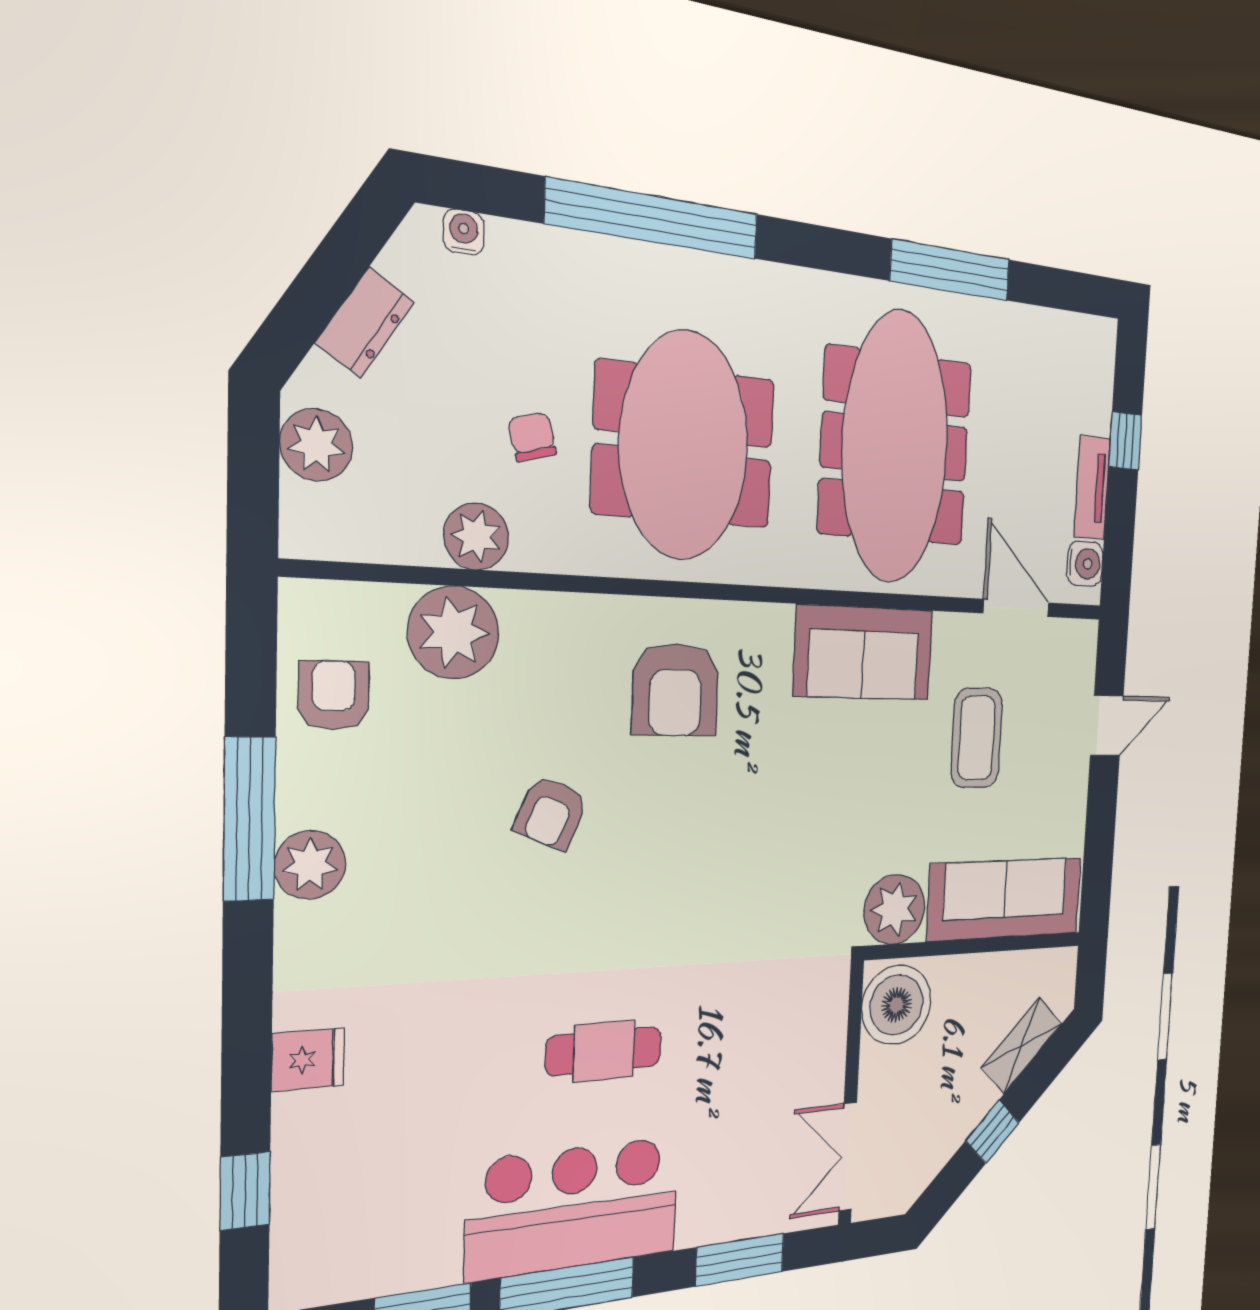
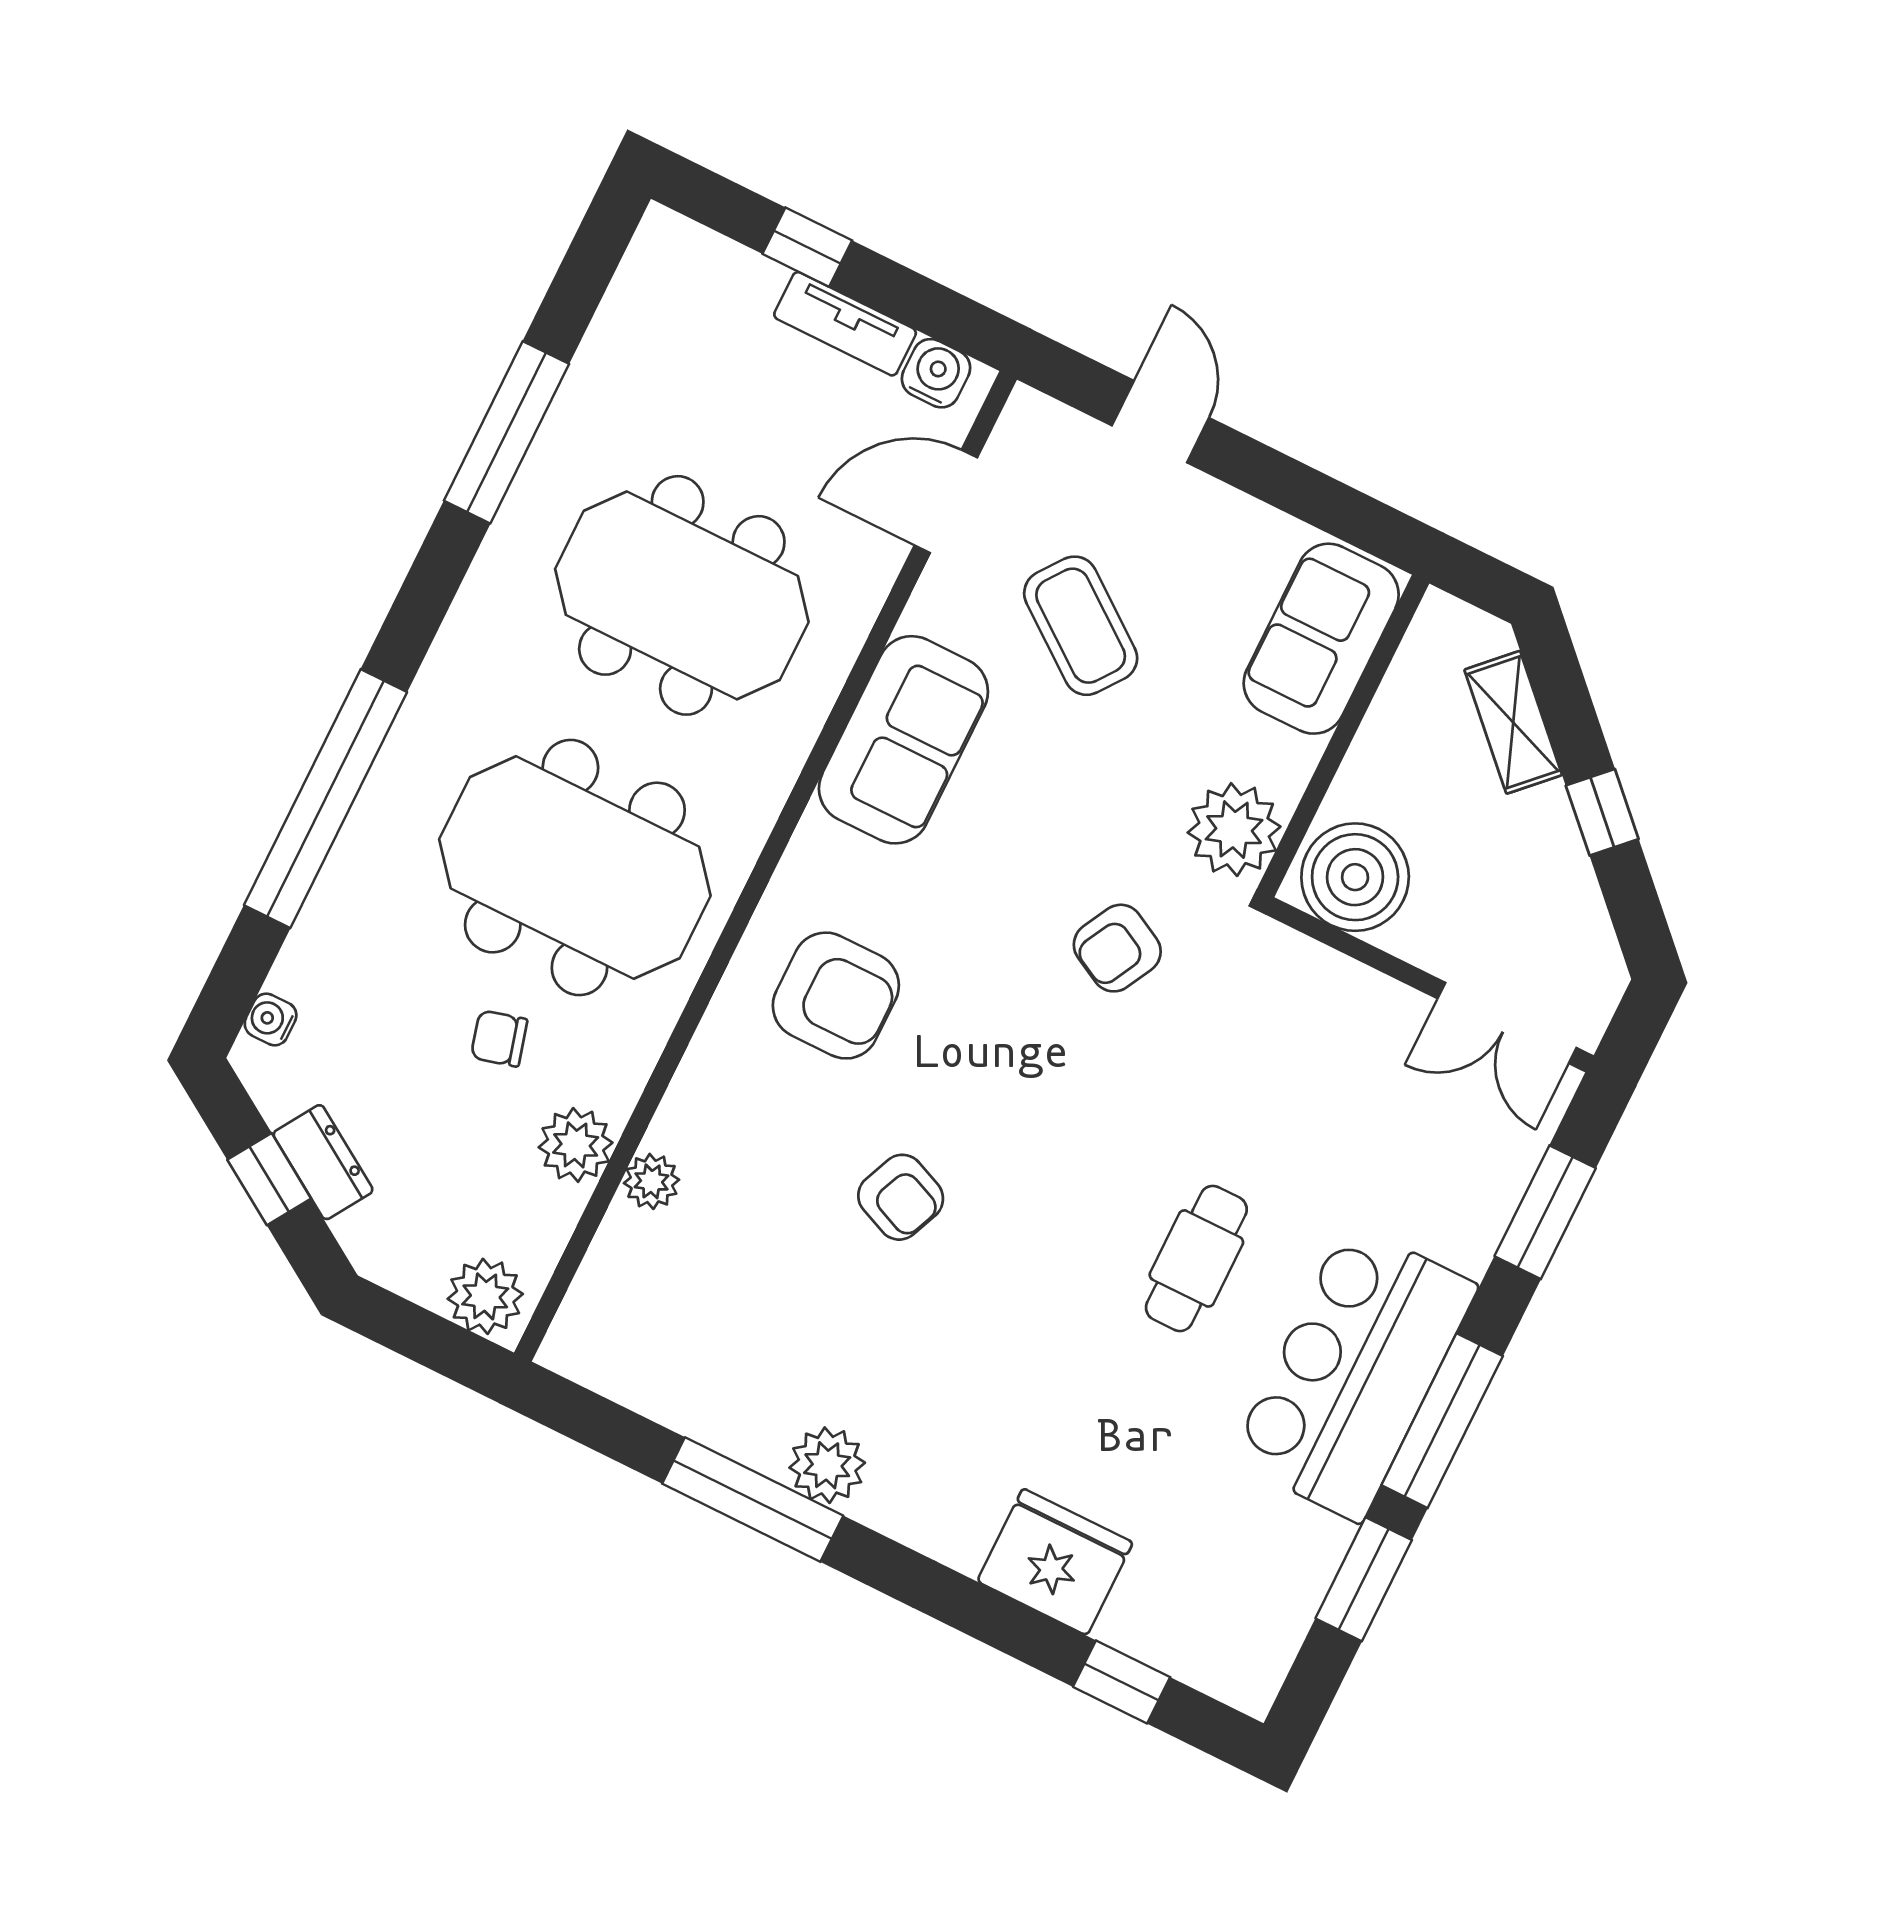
window: (328, 278) -> (269, 1179), added
plant: (316, 445) -> (485, 1296), moved
meeting table: (895, 447) -> (682, 595), width x0.73
plant: (453, 632) -> (652, 1181), width x0.53, depth x0.53
armchair: (334, 695) -> (1117, 948), moved, turned -62
coffee table: (977, 738) -> (1081, 626), turned 37
sofa: (1005, 899) -> (1321, 639), width x0.73
fridge: (308, 1059) -> (1055, 1562), width x1.88, depth x1.34

